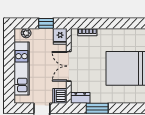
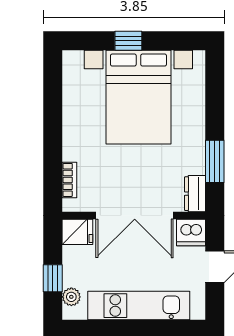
window: (46, 23) -> (53, 278), moved
double door: (69, 66) -> (135, 216), width x1.37

